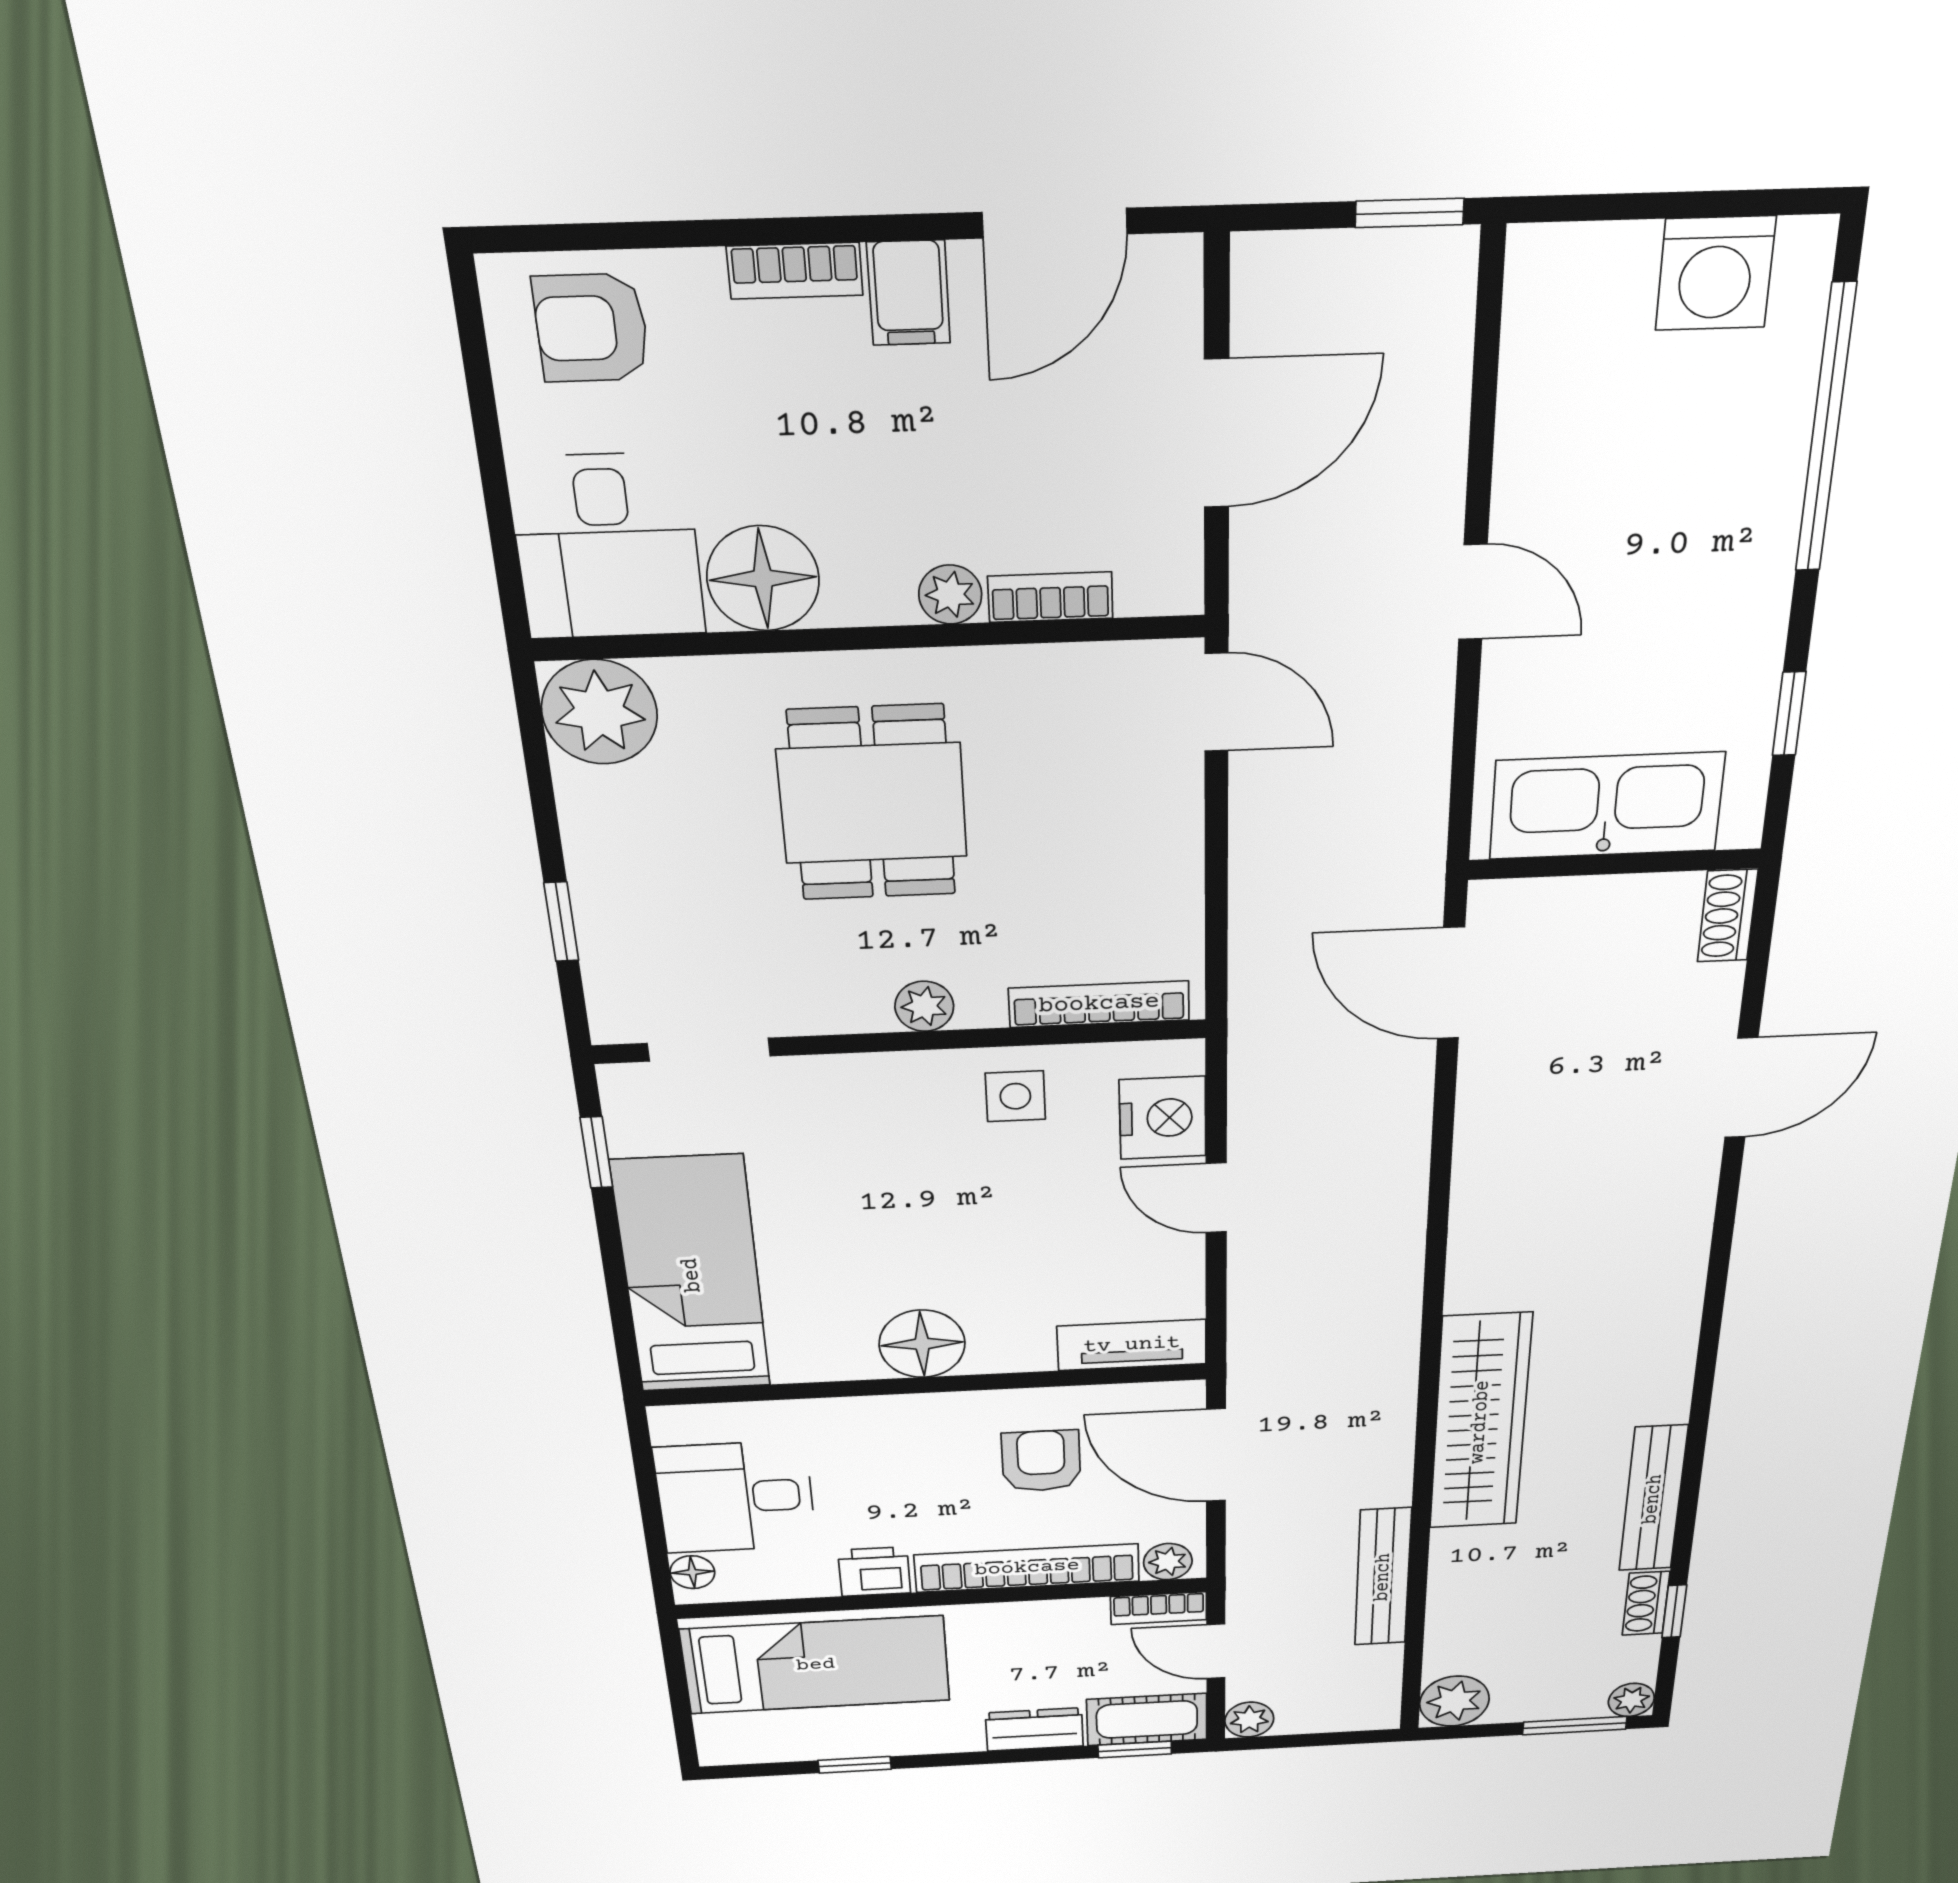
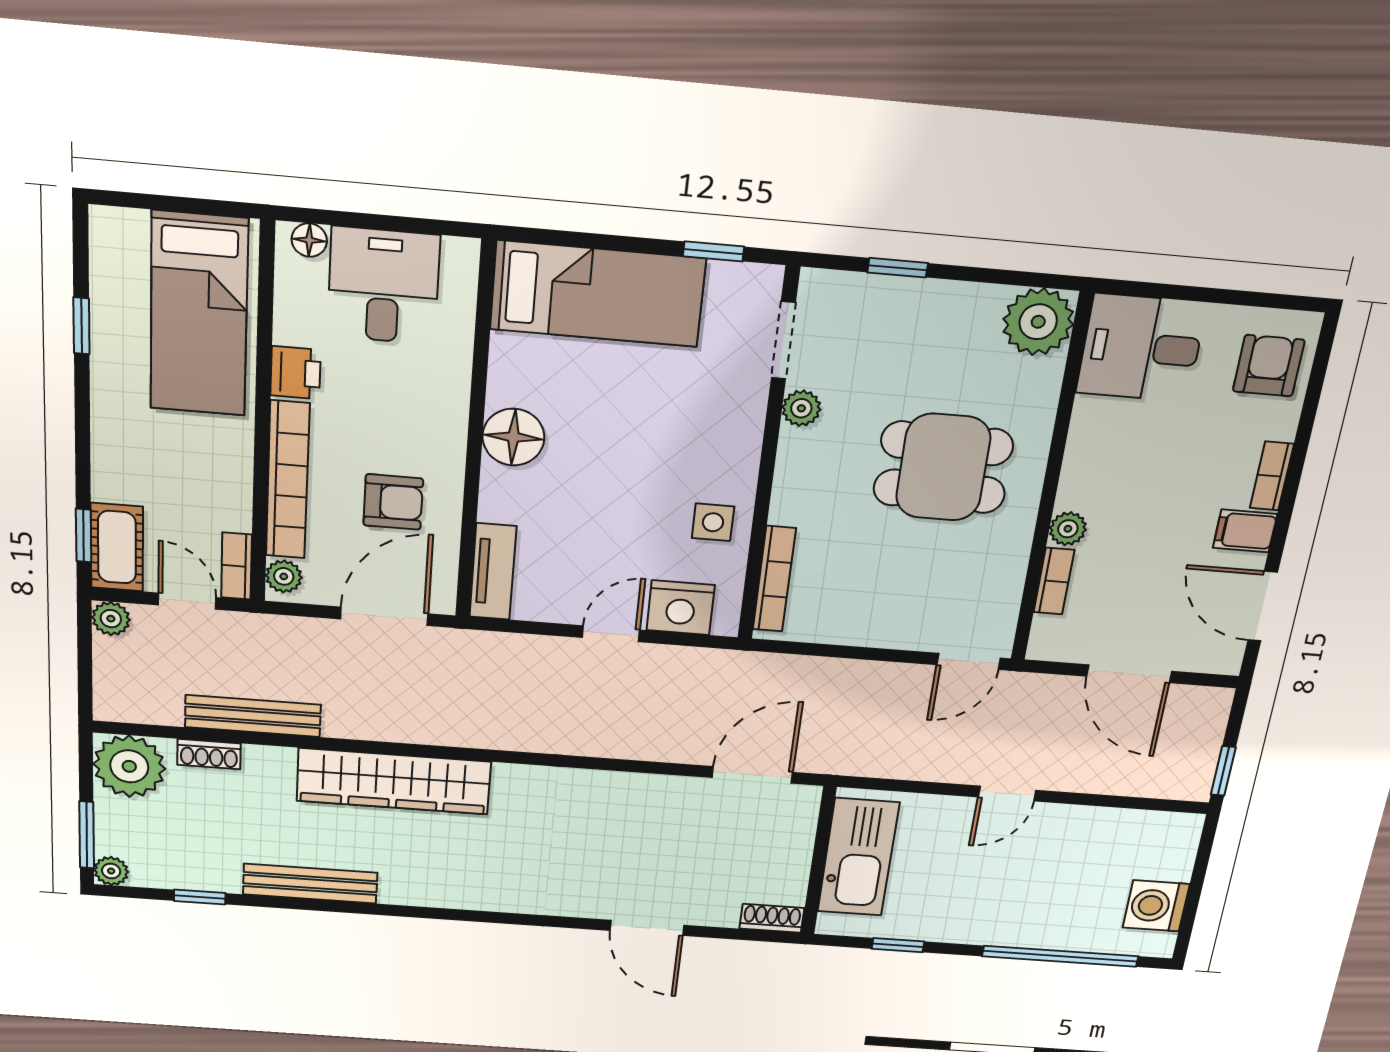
floor lamp: (763, 578) -> (1101, 430), removed
plant: (924, 1006) -> (801, 408), moved
shoe rack: (1646, 1603) -> (209, 754), moved, turned 180
door: (1216, 1651) -> (187, 601), hinge flipped
plant: (1454, 1701) -> (129, 766), width x1.36, depth x1.36
dresser: (1034, 1729) -> (112, 466), removed

